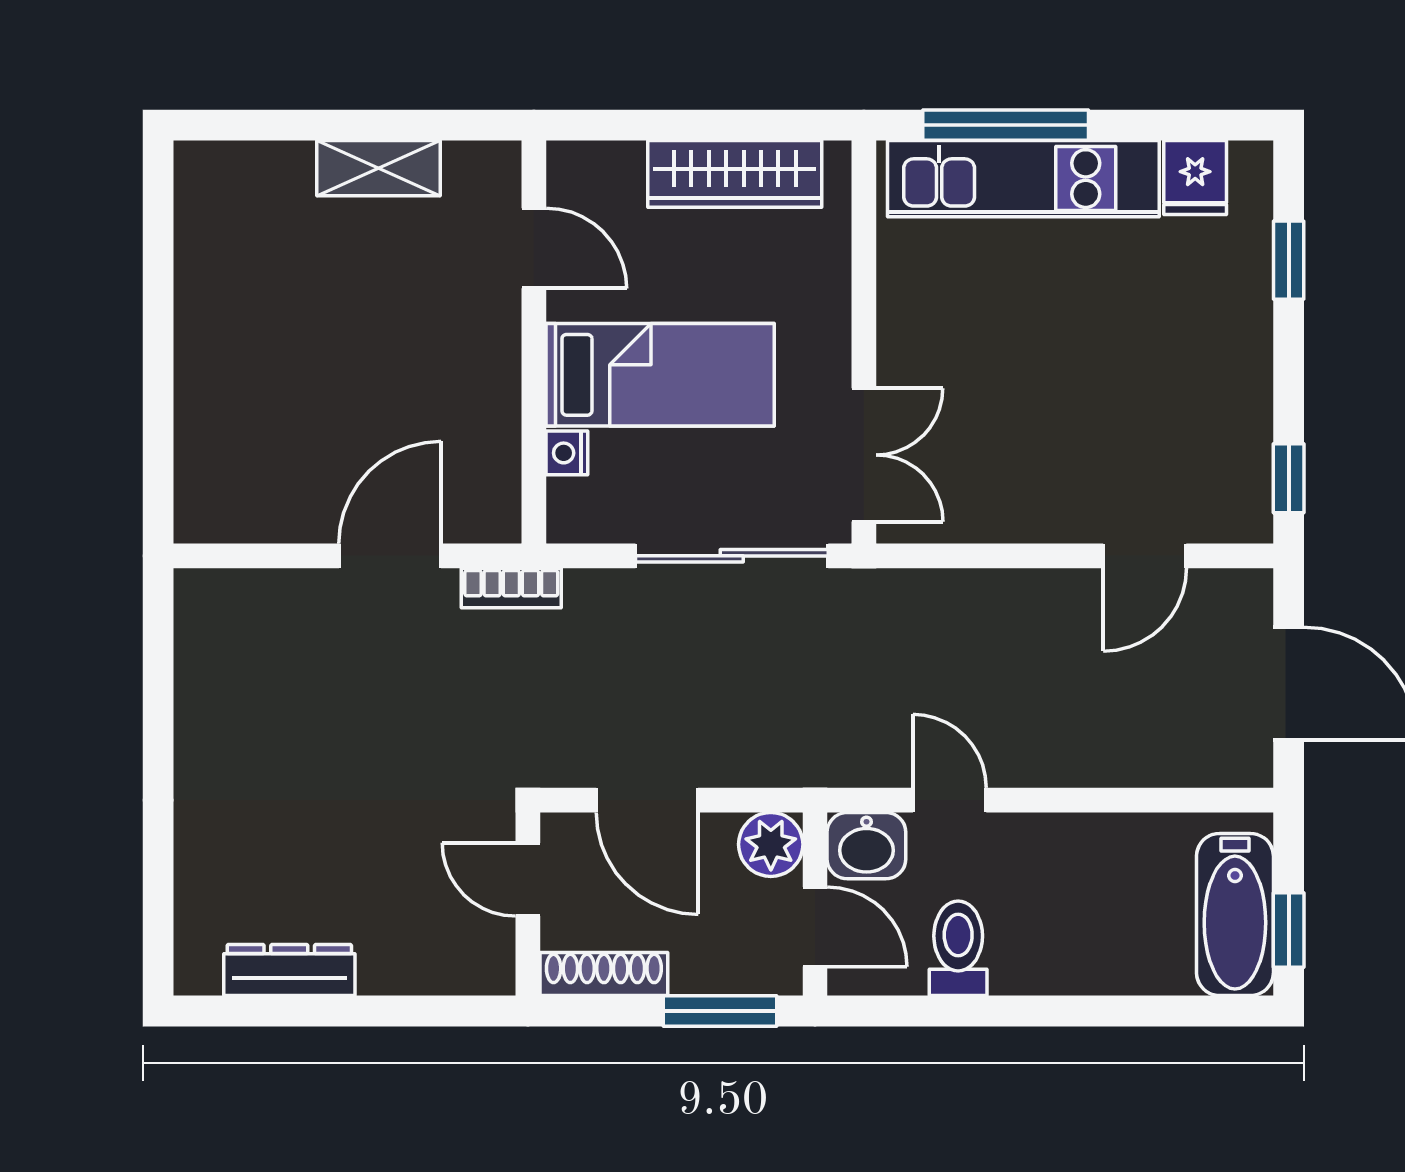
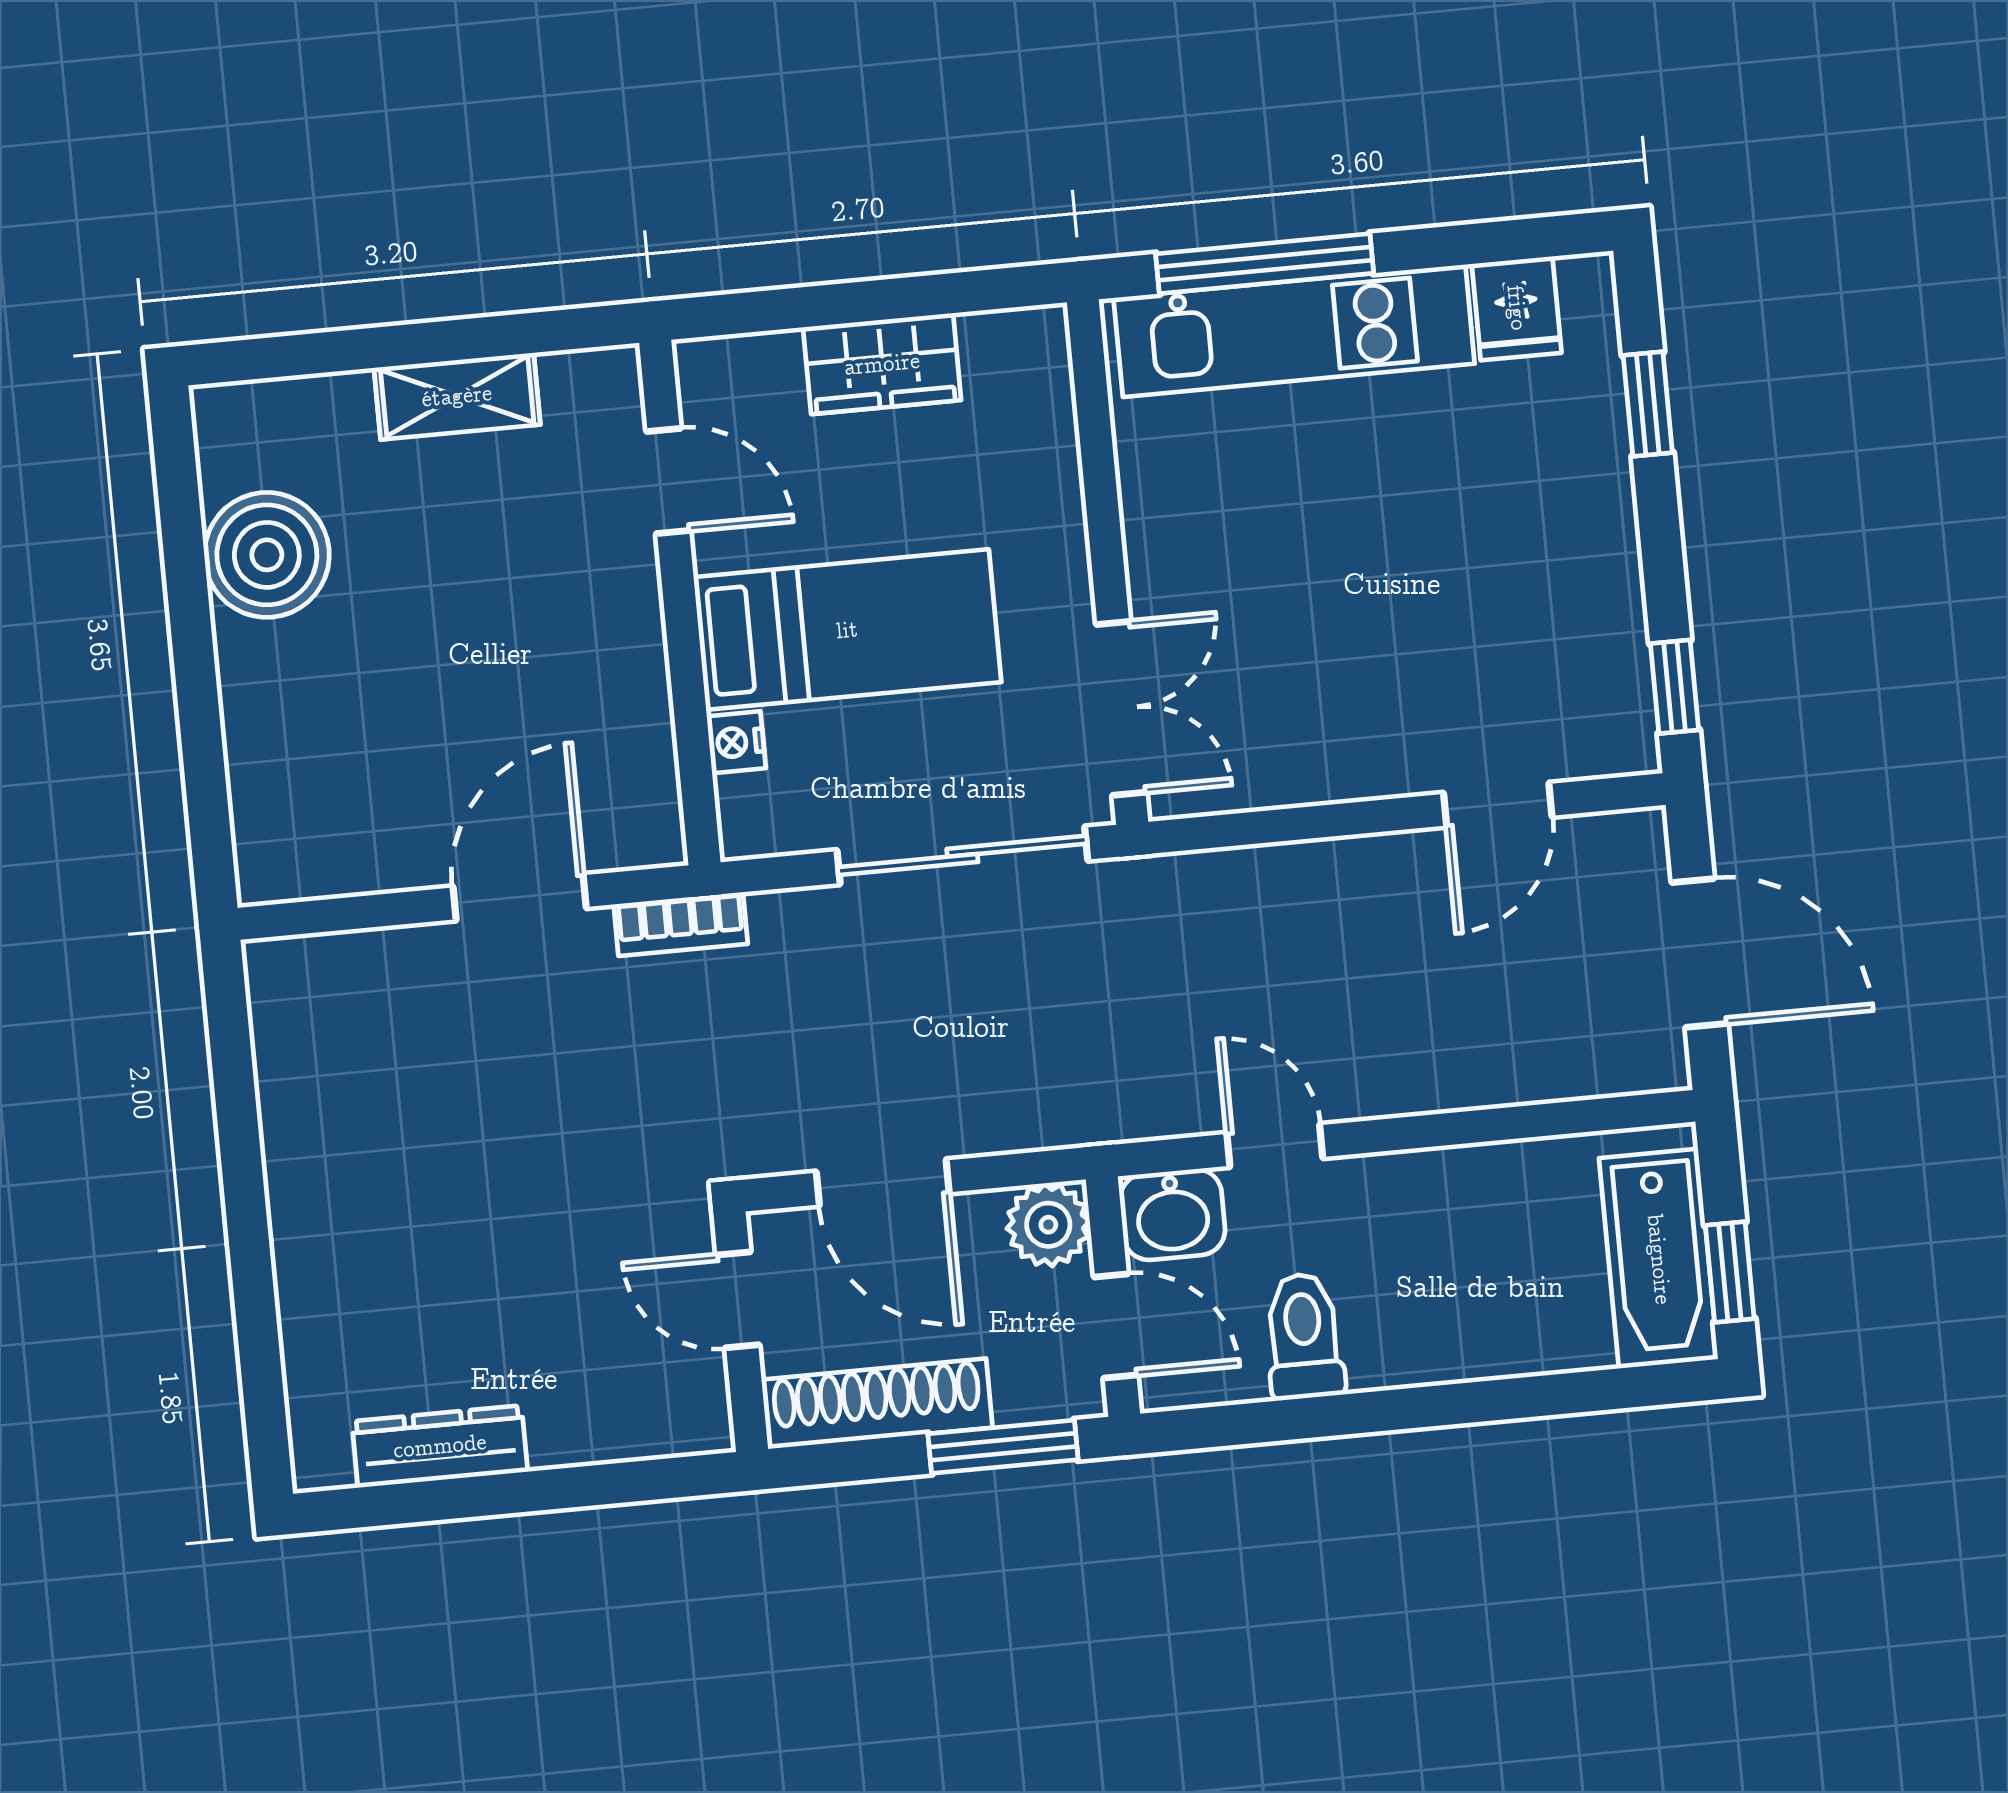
wardrobe: (735, 174) -> (882, 364), width x0.67
boiler: (221, 276) -> (267, 555), added
shoe rack: (604, 974) -> (877, 1404), width x1.36, depth x1.24

